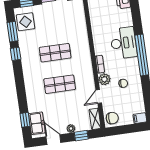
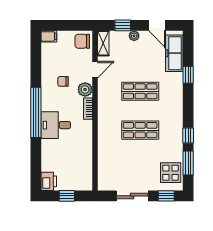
desk: (123, 43) -> (56, 125), width x0.73
window: (25, 120) -> (188, 75), moved
freezer: (37, 123) -> (174, 53), width x1.40

